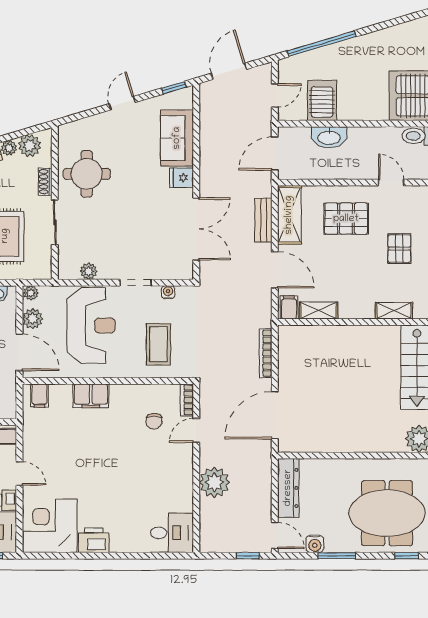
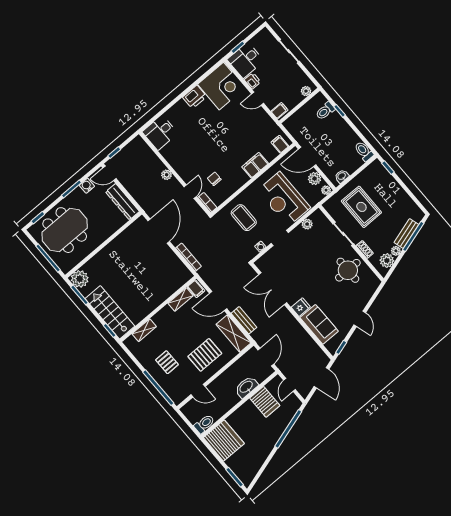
plant: (214, 482) -> (167, 175), width x0.53, depth x0.53

